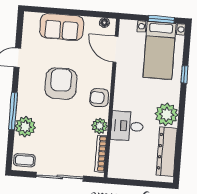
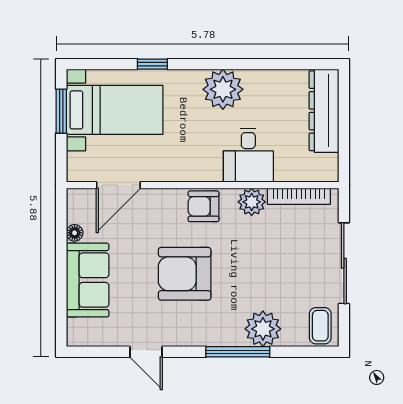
floor lamp: (104, 23) -> (75, 233), moved
armchair: (99, 98) -> (203, 206), turned 90
dresser: (167, 152) -> (324, 111), moved, turned 90

